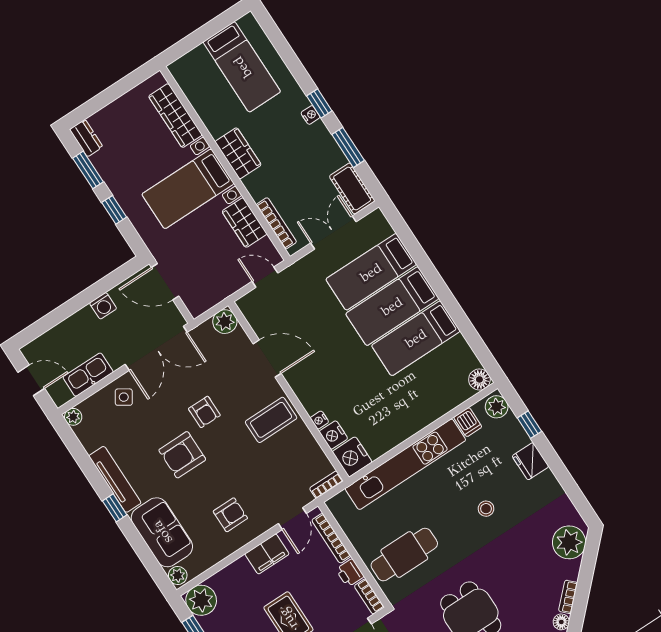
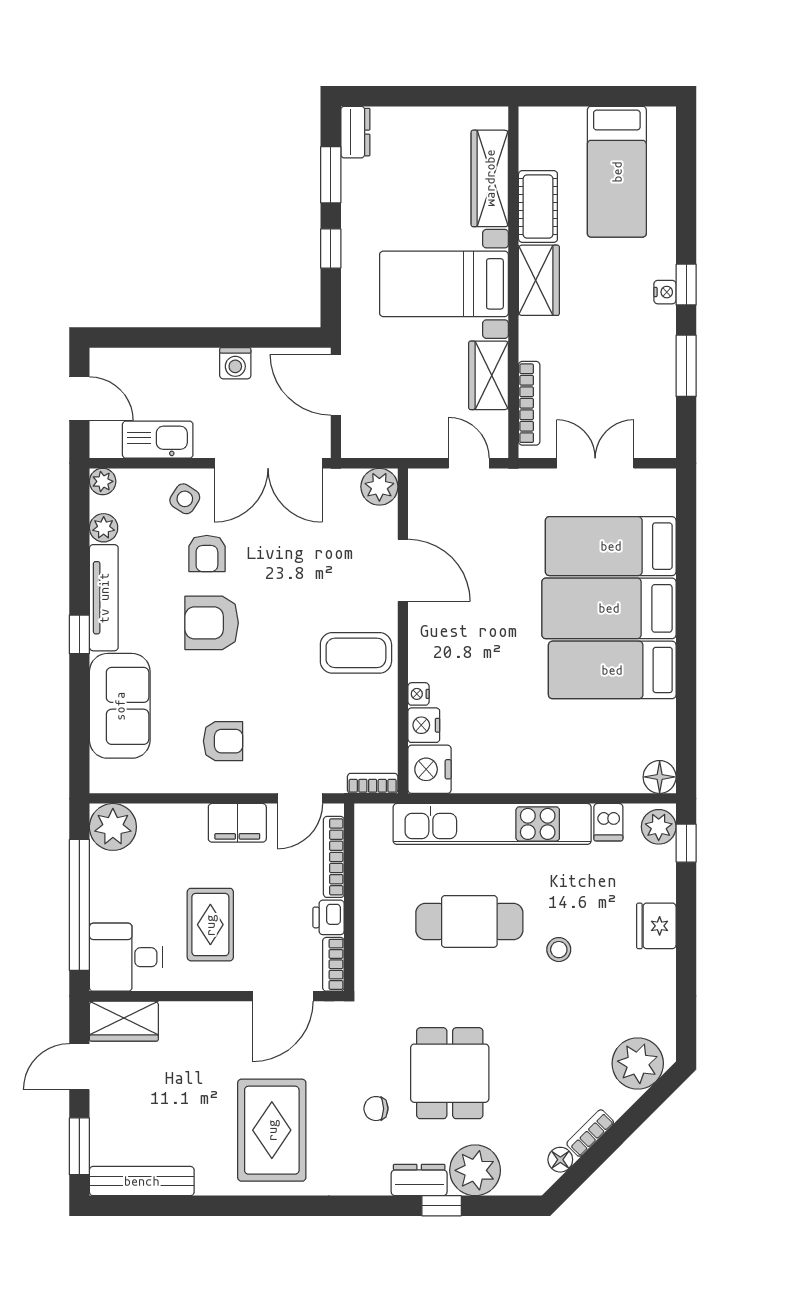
cot: (352, 189) -> (538, 207), moved
armchair: (204, 412) -> (207, 553), moved
window: (529, 425) -> (686, 843), moved
cafe table: (404, 555) -> (469, 921), moved
plant: (178, 575) -> (104, 528), moved

